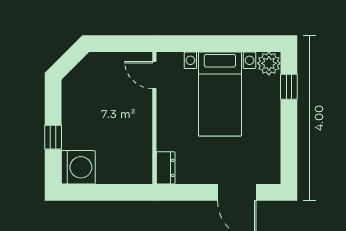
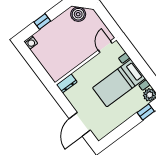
boiler: (80, 79) -> (78, 14), added
washing machine: (78, 167) -> (31, 42), width x0.53, depth x0.53

